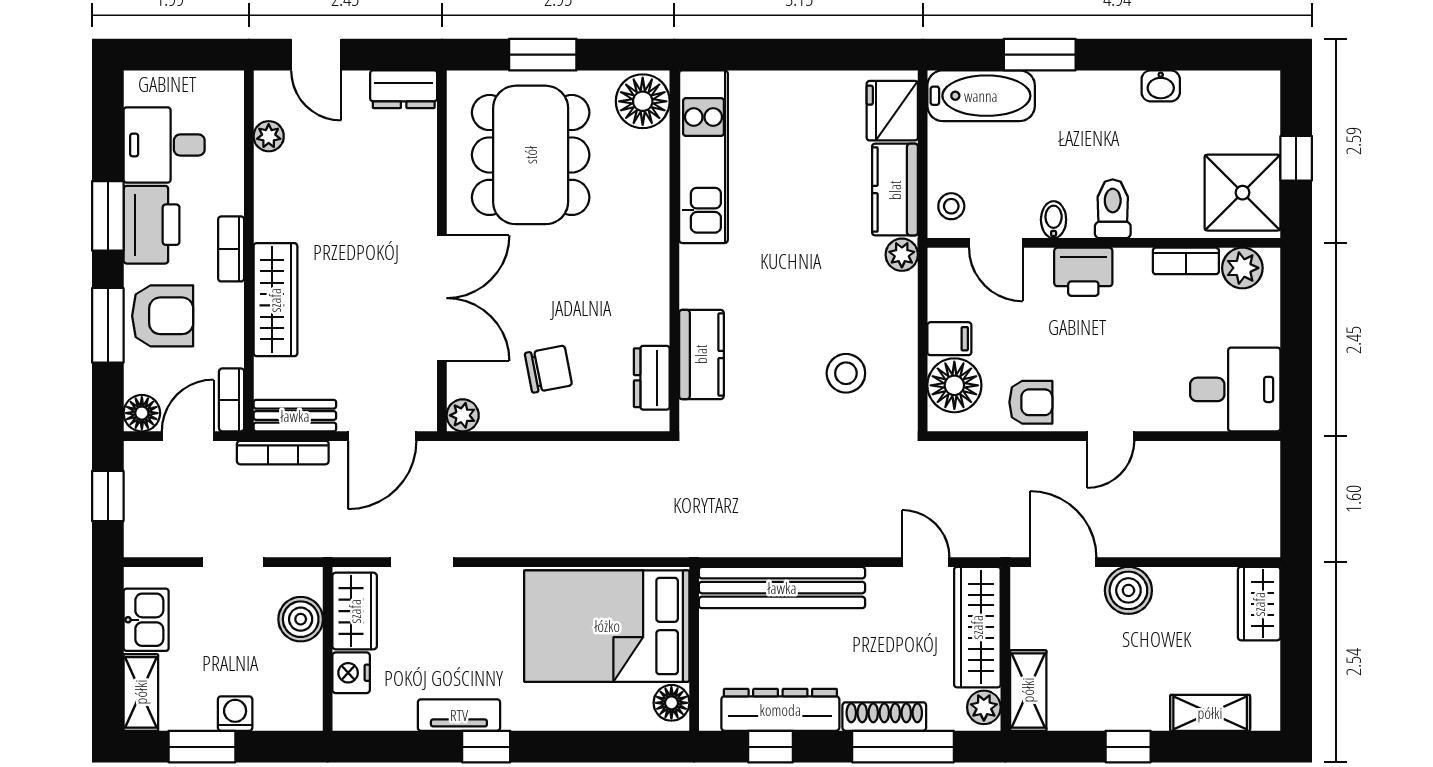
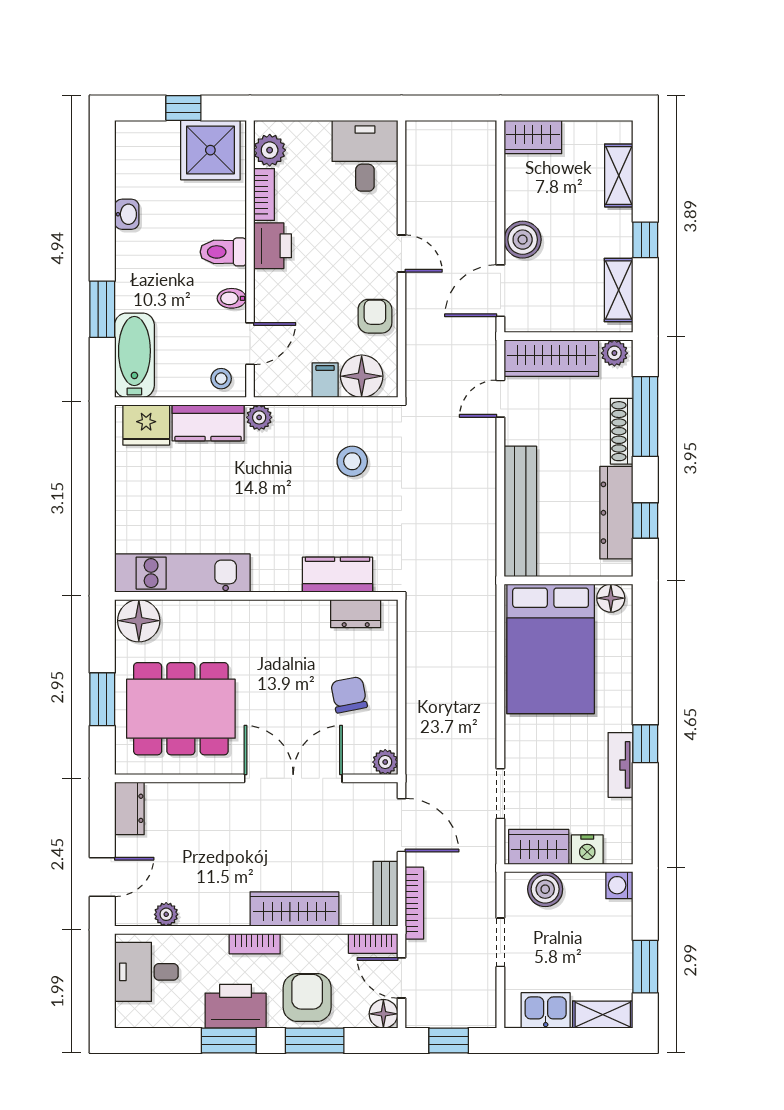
desk: (164, 145) -> (146, 972), moved, turned 90
printer: (1083, 272) -> (273, 246), moved
shelving: (1028, 690) -> (619, 290), moved, turned 90
washing machine: (235, 714) -> (619, 885), moved

